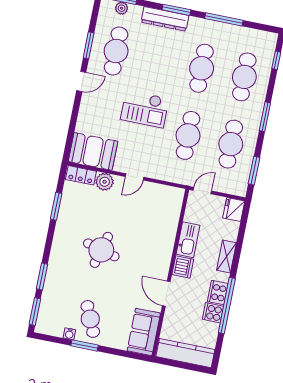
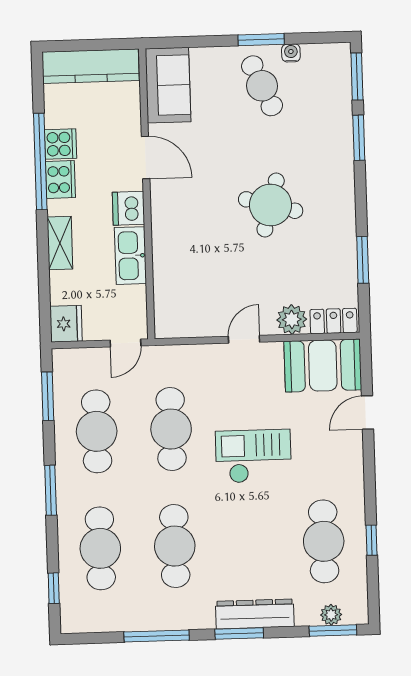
window: (89, 45) -> (371, 540), width x0.67
door: (81, 81) -> (367, 412), moved

